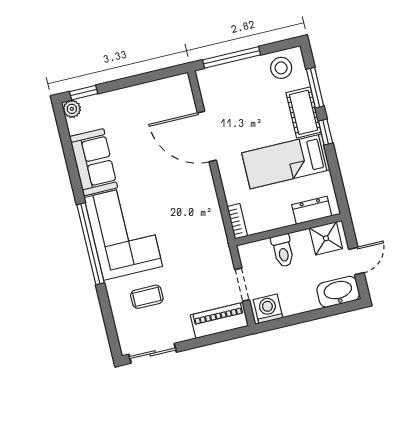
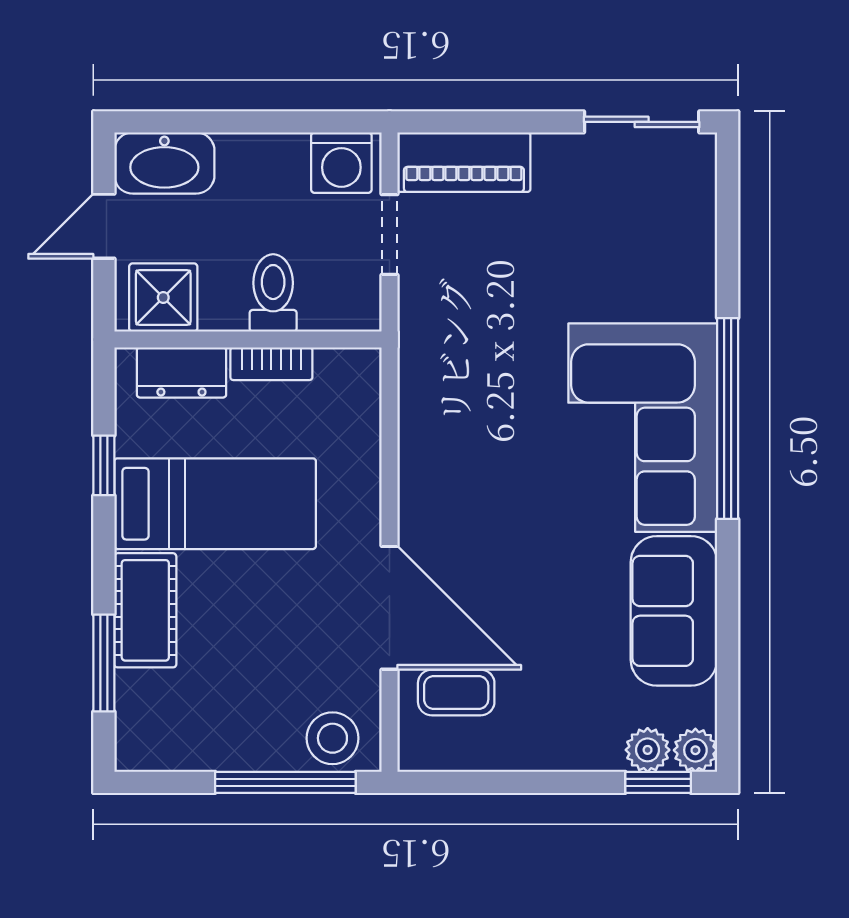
stool: (281, 68) -> (332, 738), moved
plant: (91, 104) -> (648, 750), added
window: (326, 132) -> (104, 465), moved
bookcase: (237, 221) -> (271, 364), moved, turned -90
coffee table: (147, 297) -> (456, 693), moved

